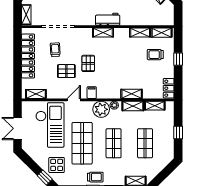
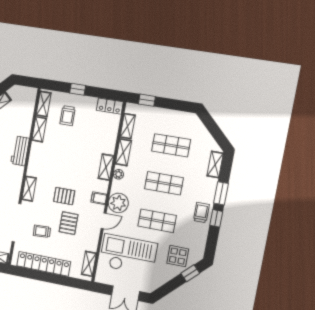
workbench: (108, 19) -> (20, 151), moved
shelving: (103, 33) -> (29, 189), moved
shelving: (132, 94) -> (106, 167), moved
door: (74, 100) -> (104, 221), swing flipped
plant: (101, 109) -> (118, 203), moved
window: (178, 133) -> (147, 100), moved
shop shelf: (82, 143) -> (157, 221), width x0.70, depth x0.74

